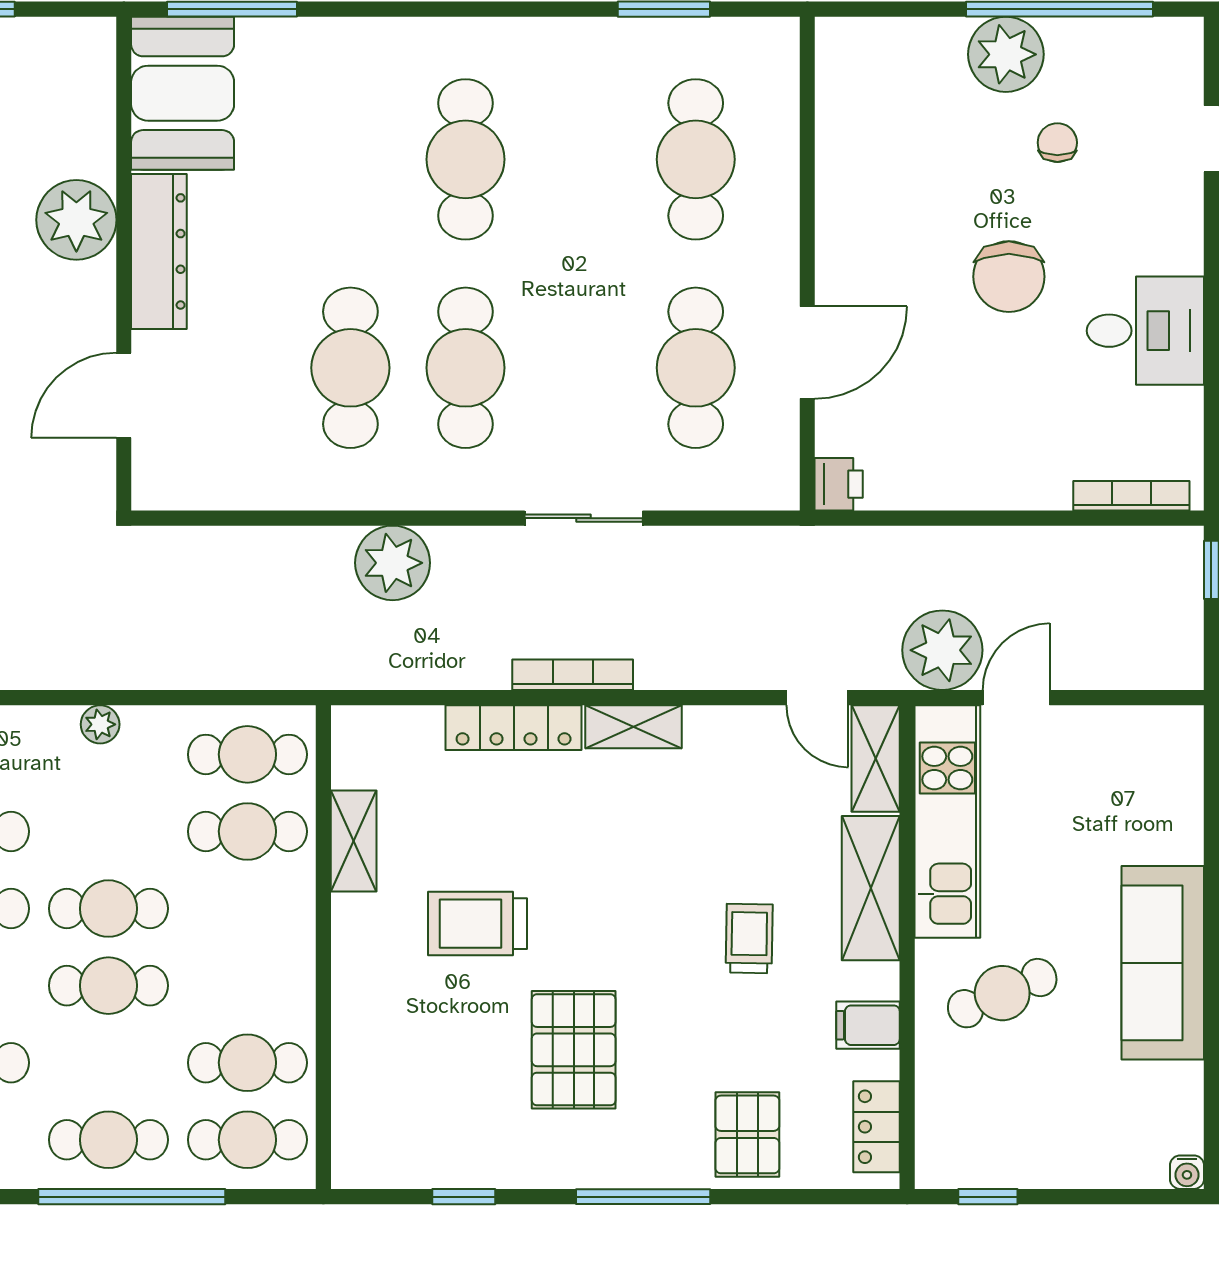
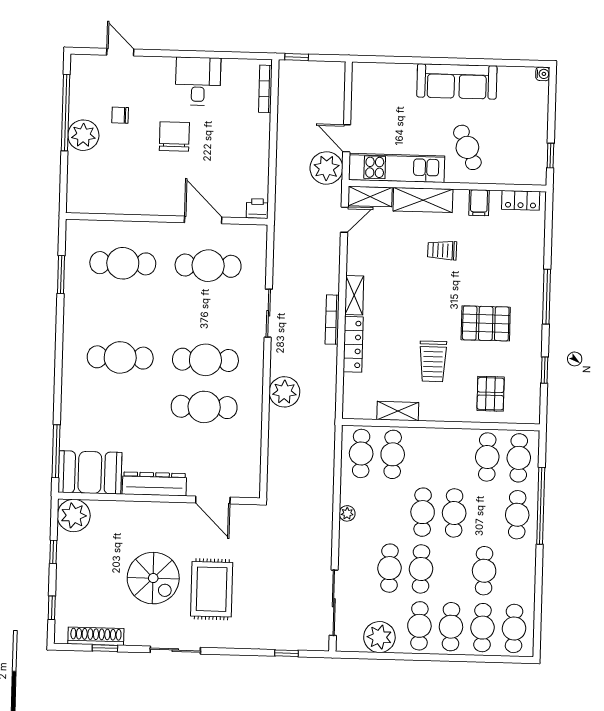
plant: (76, 220) -> (74, 515), moved
chair: (1009, 277) -> (174, 136), turned -90
pallet: (747, 1134) -> (491, 394), moved, turned 90

